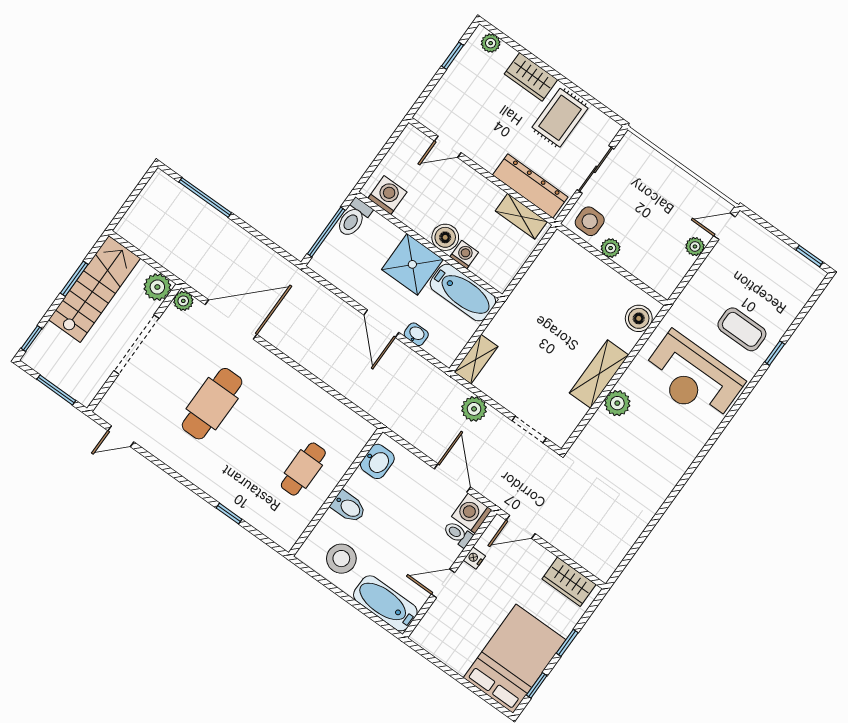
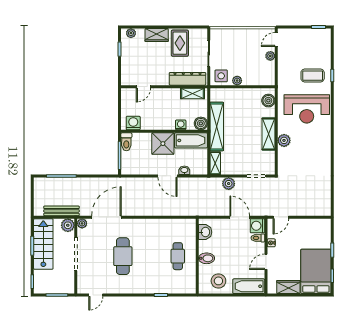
boiler: (445, 237) -> (201, 123), moved
bench: (164, 256) -> (61, 211), added
shelving: (522, 300) -> (217, 127), added
wardrobe: (569, 582) -> (288, 287), moved, turned 180

